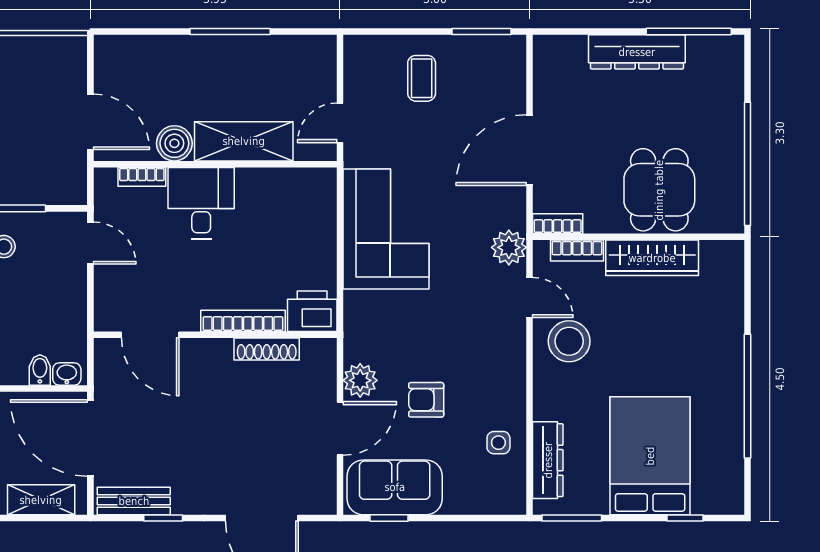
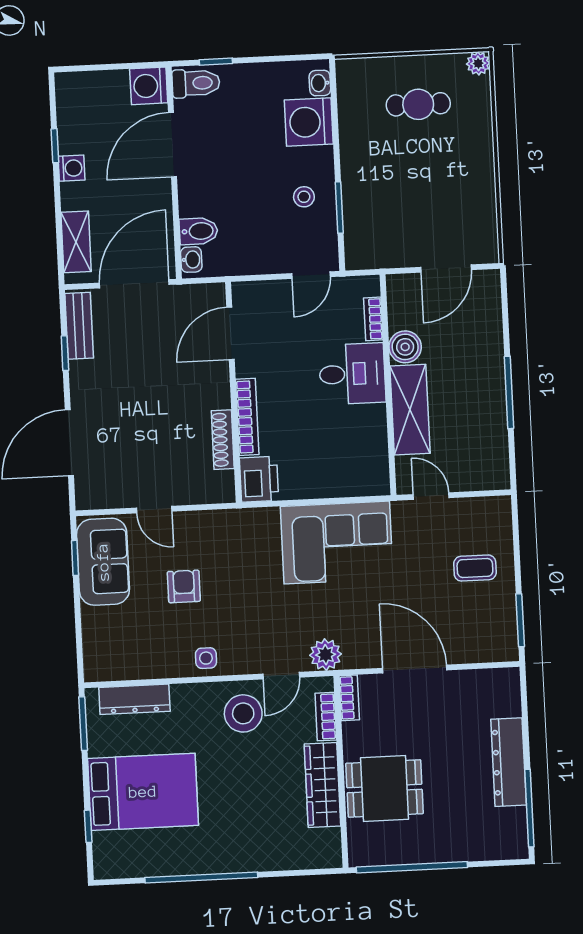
door: (90, 122) -> (446, 269), moved
bidet: (40, 370) -> (198, 231), width x1.38, depth x1.36
plant: (360, 380) -> (199, 526), removed
door: (340, 428) -> (154, 510), width x0.73
side table: (498, 443) -> (206, 658), moved

